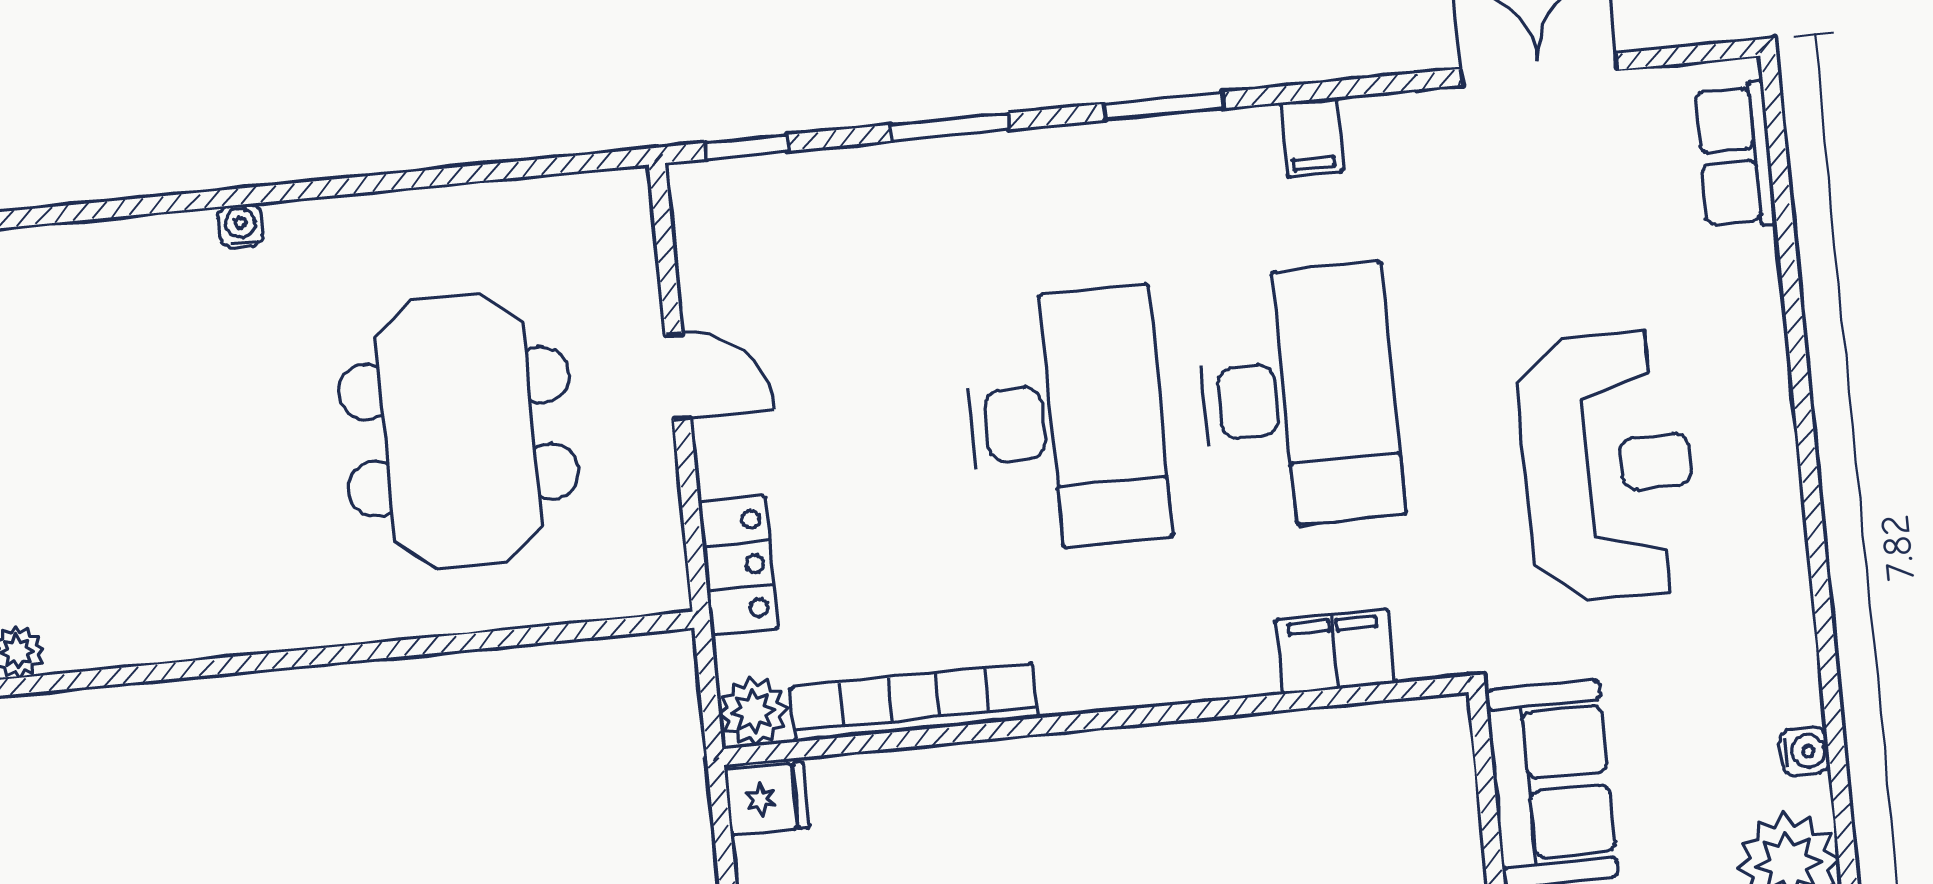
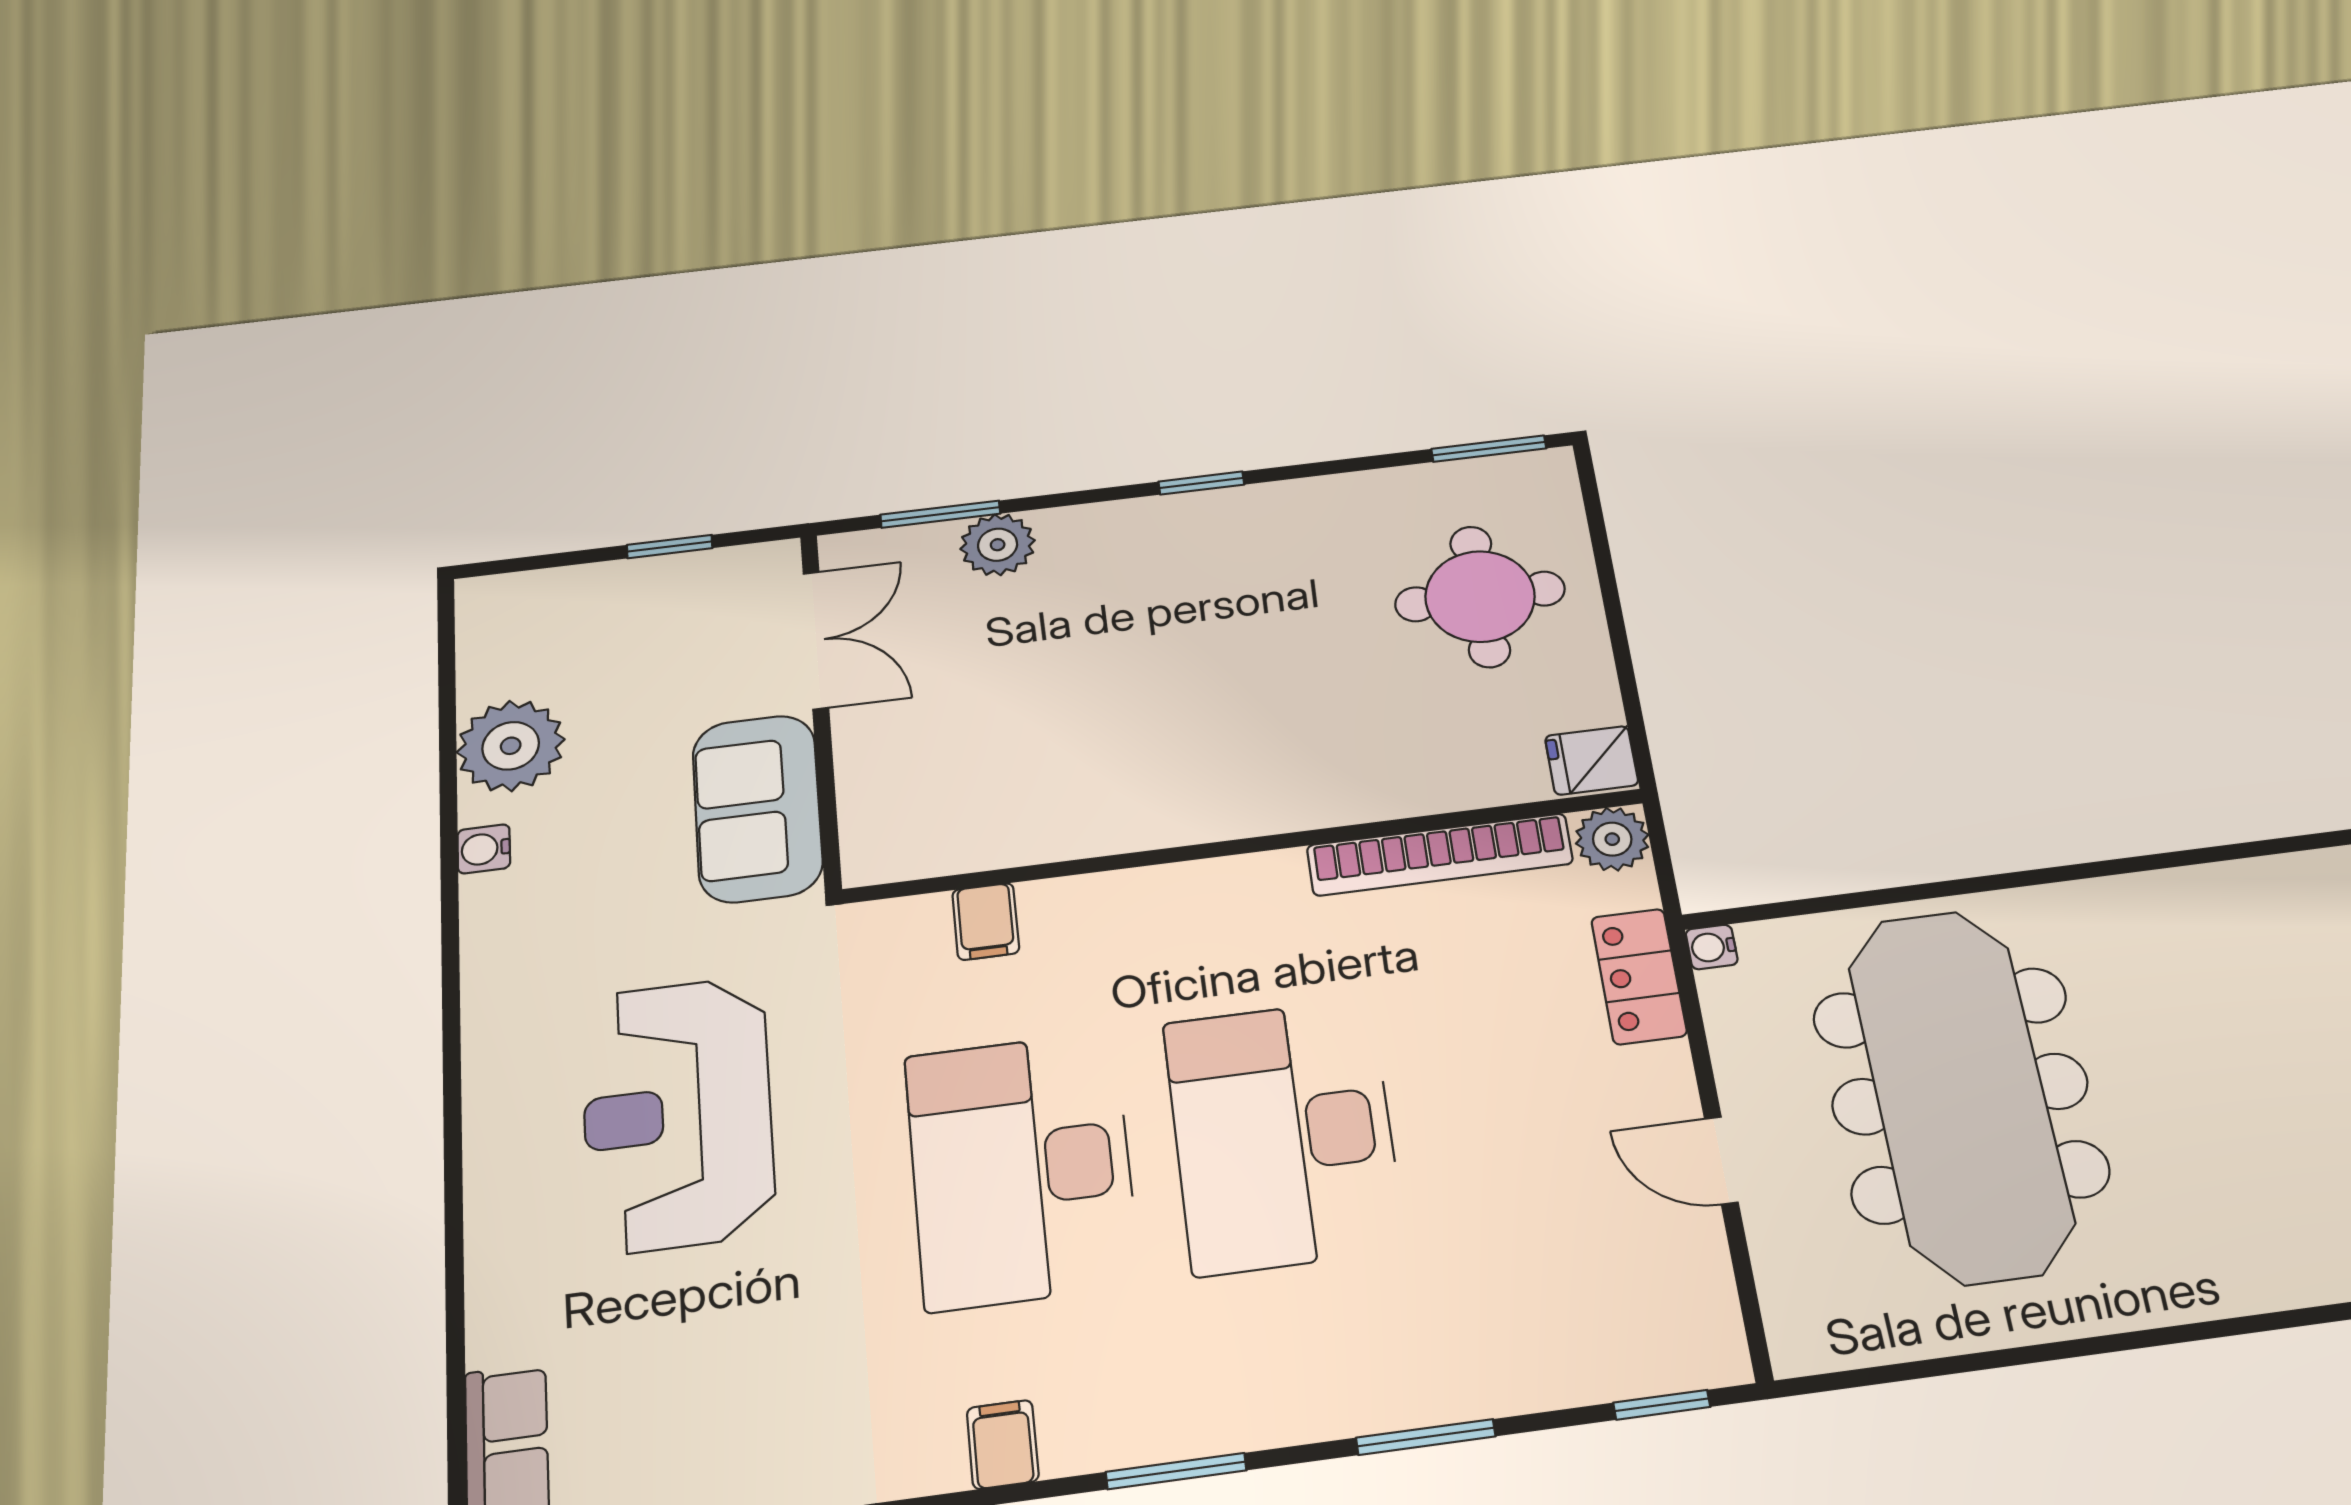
water cooler: (241, 226) -> (1712, 947), moved, turned 90
meeting table: (459, 432) -> (1960, 1094), width x1.36
filing cabinet: (1335, 651) -> (986, 921), width x0.50

